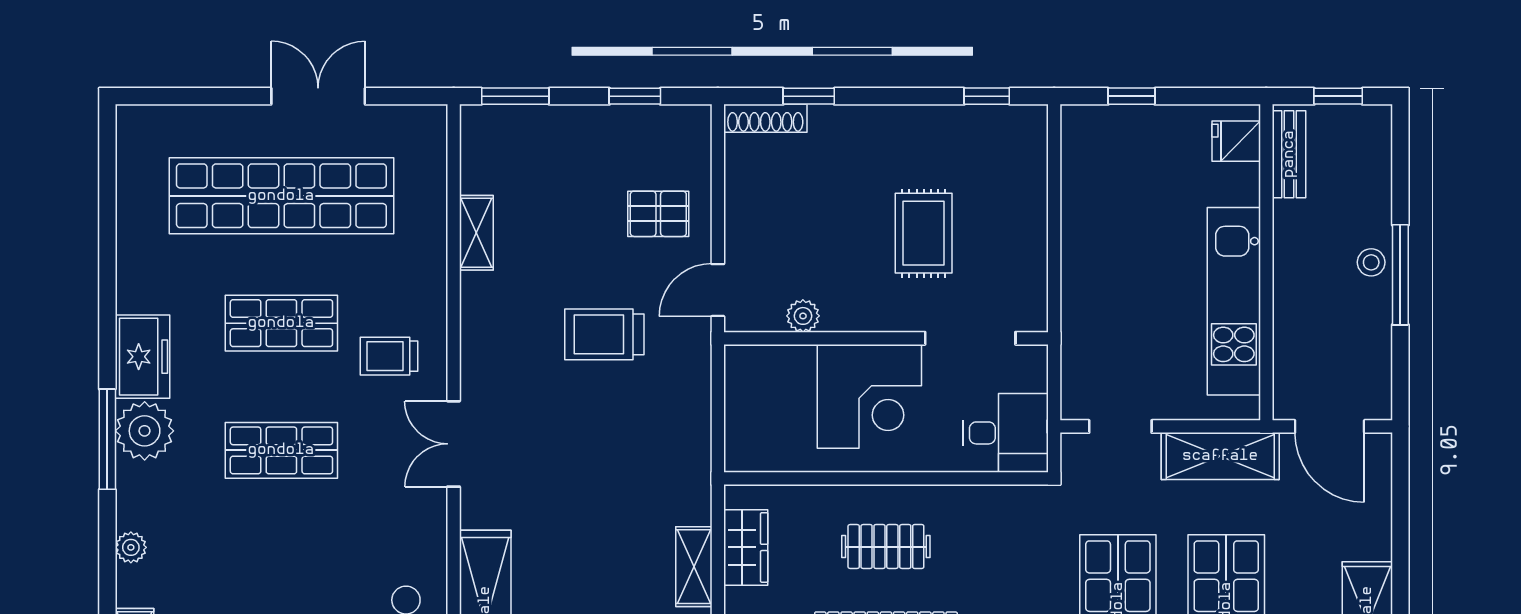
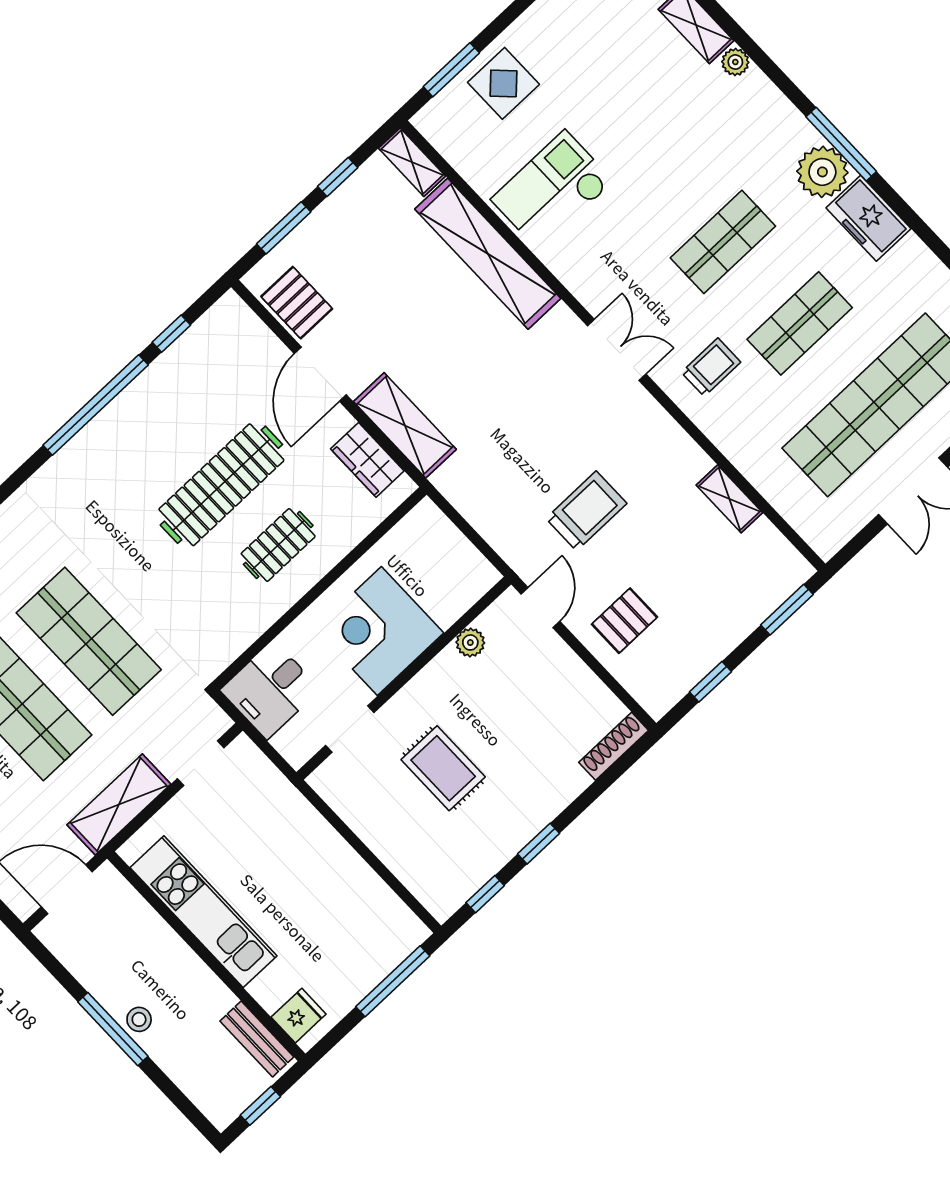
window: (809, 96) -> (539, 844), moved
window: (1131, 96) -> (393, 981), width x2.17
doorway: (970, 338) -> (350, 729), width x0.73
plant: (131, 547) -> (735, 62), moved
shelving: (694, 567) -> (405, 425), width x1.50, depth x1.33

